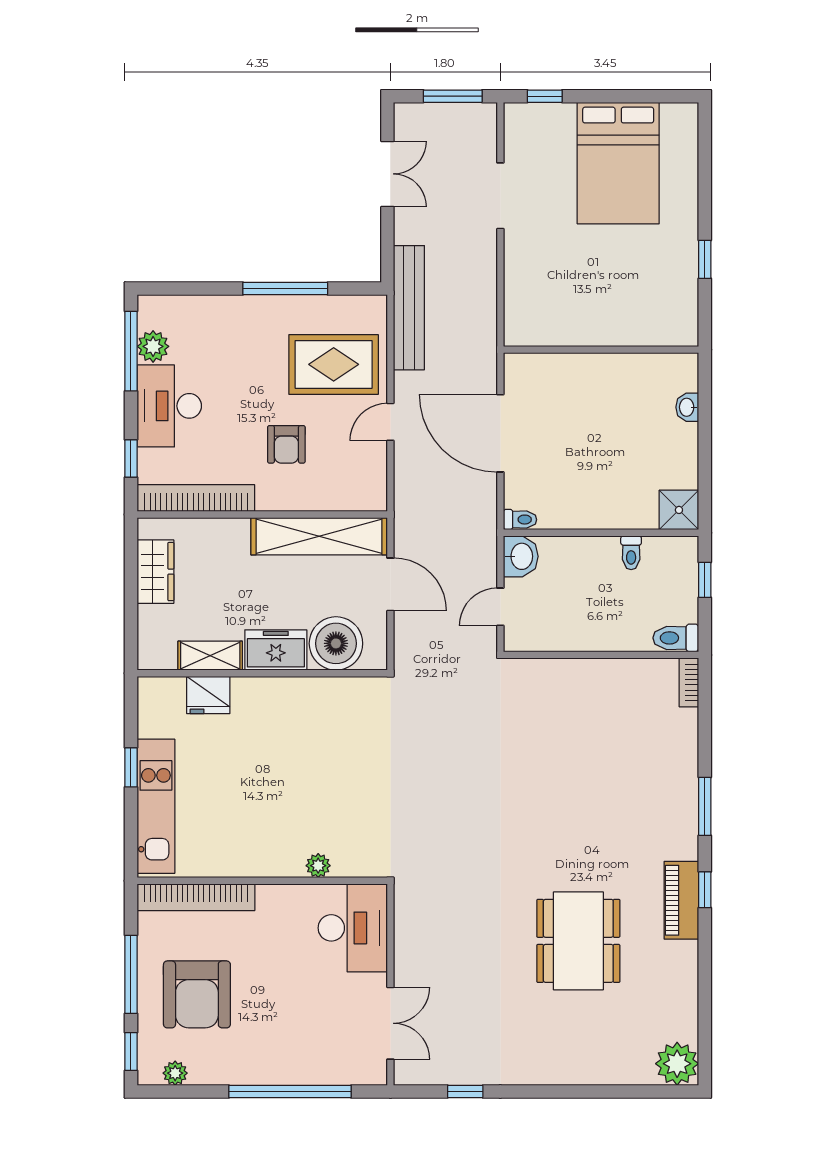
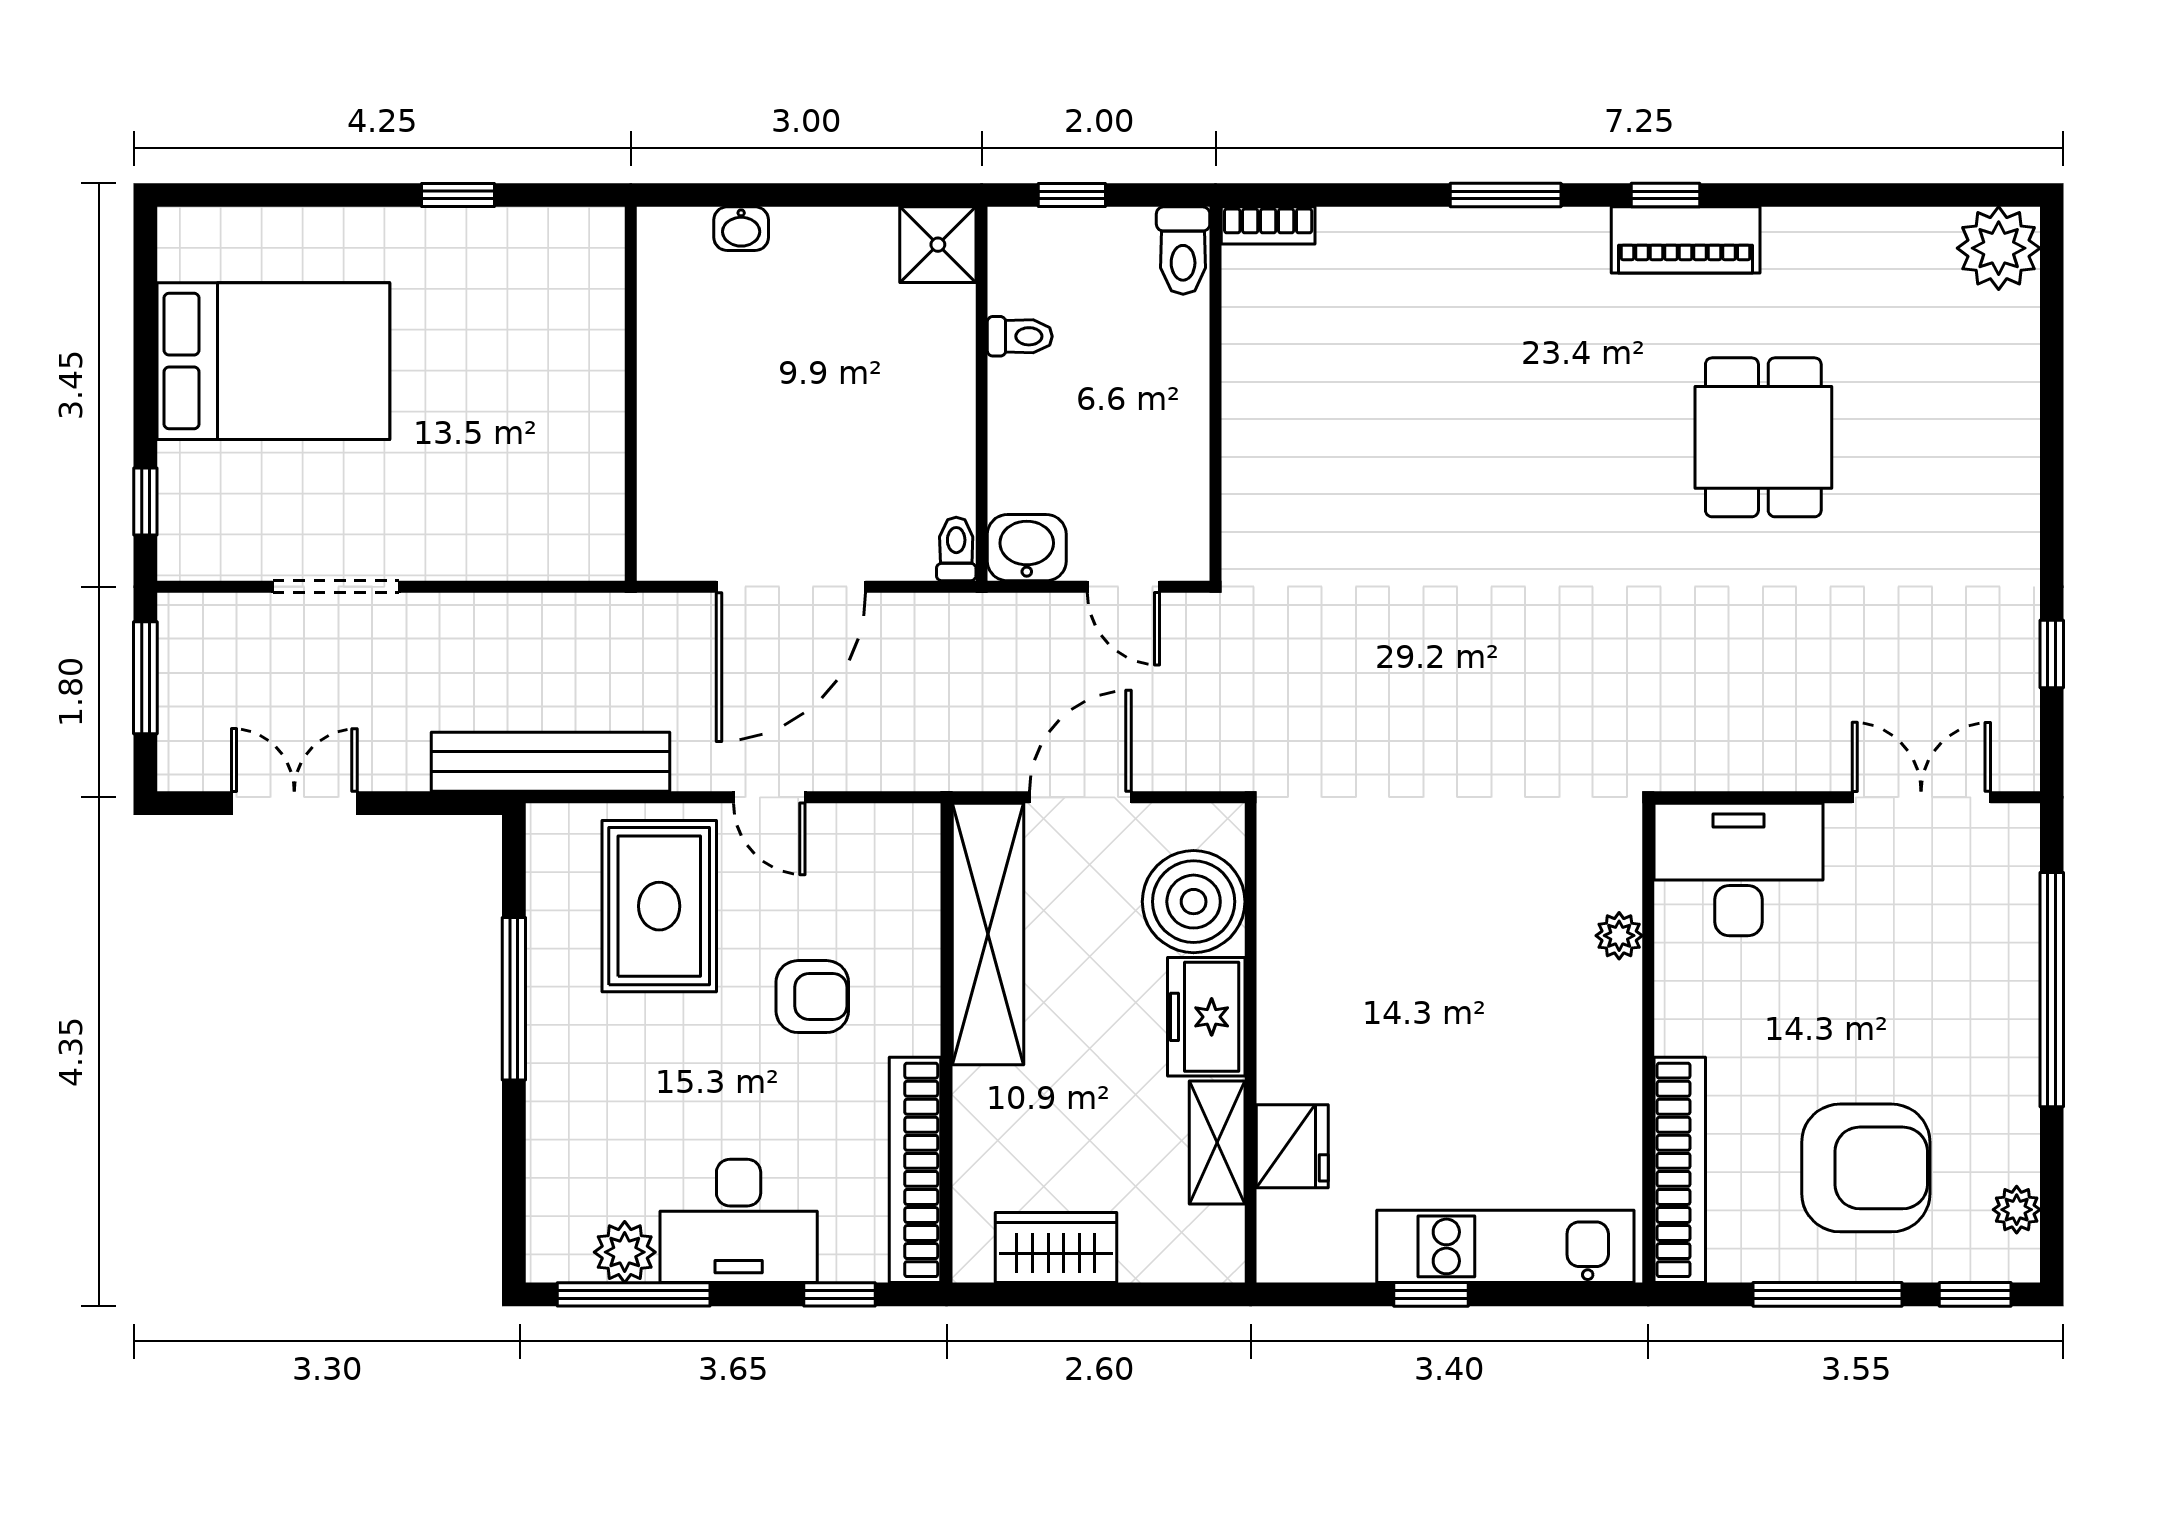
dining table: (578, 941) -> (1763, 437), width x0.73

